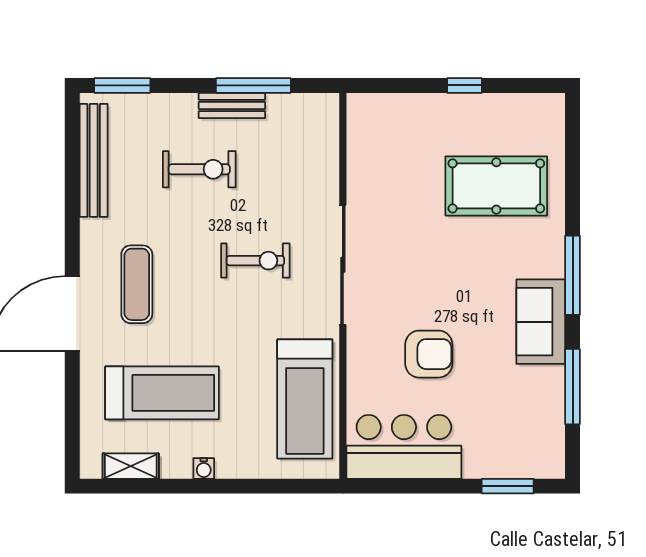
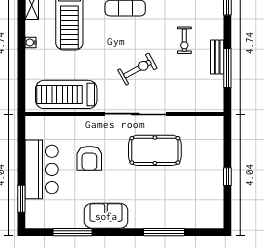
exercise bike: (199, 169) -> (184, 40), width x0.73, depth x0.72
pool table: (496, 186) -> (155, 150), moved, turned 90
exercise bike: (255, 261) -> (137, 69), turned -119
window: (573, 275) -> (164, 232), moved
bar counter: (404, 447) -> (42, 169), moved

